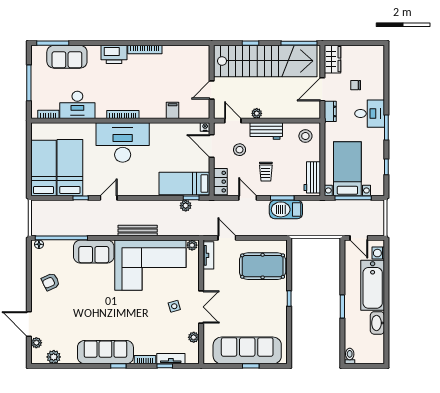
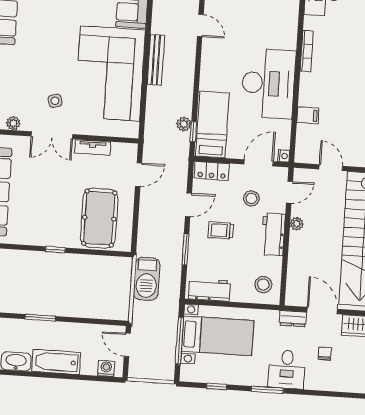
desk: (123, 142) -> (268, 83), moved
barbecue: (286, 209) -> (147, 279), moved, turned 180
door: (359, 238) -> (127, 345), hinge flipped
plant: (192, 245) -> (132, 129), removed
tv unit: (208, 255) -> (93, 147), moved
bathtub: (373, 285) -> (56, 362), width x0.73, depth x0.73

